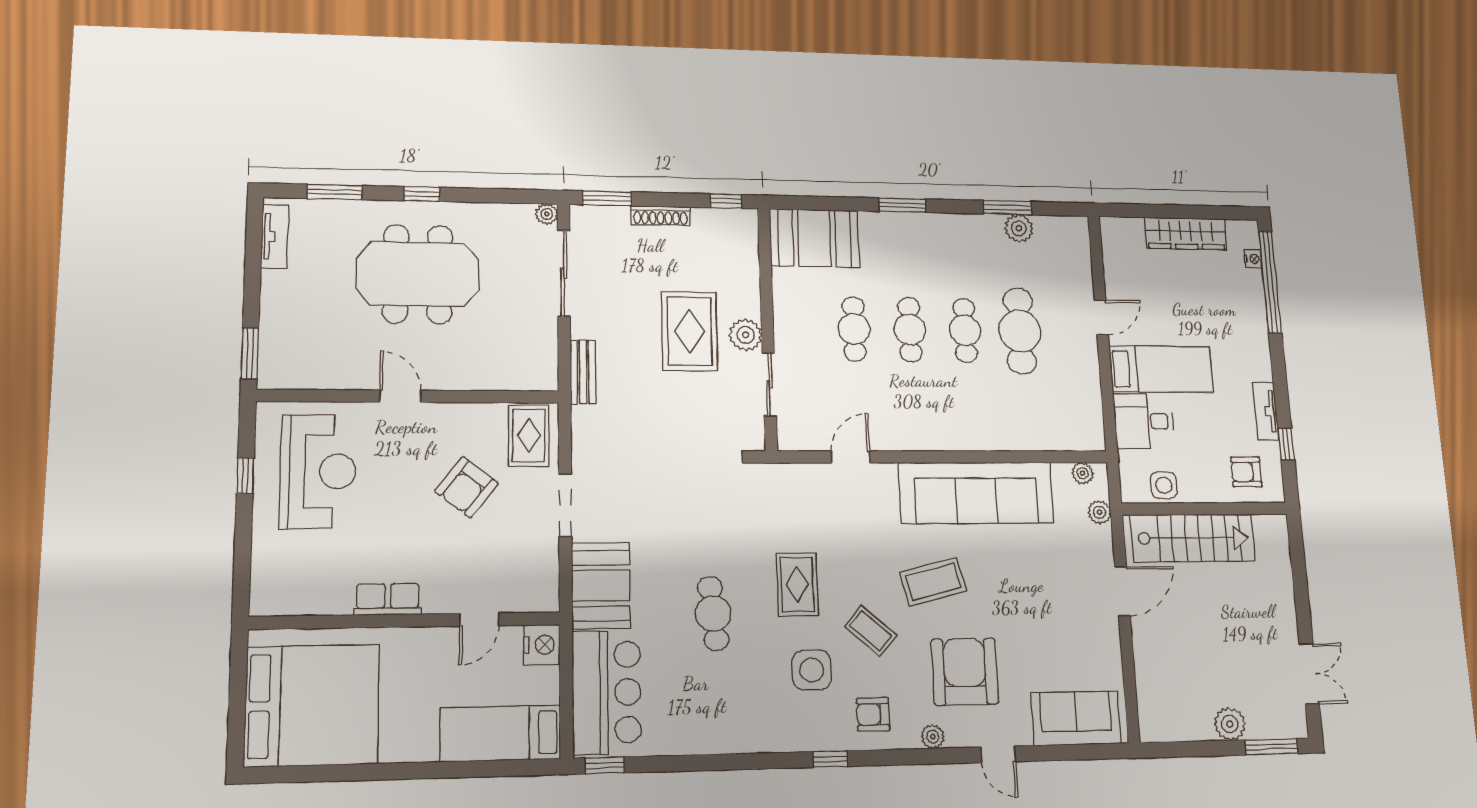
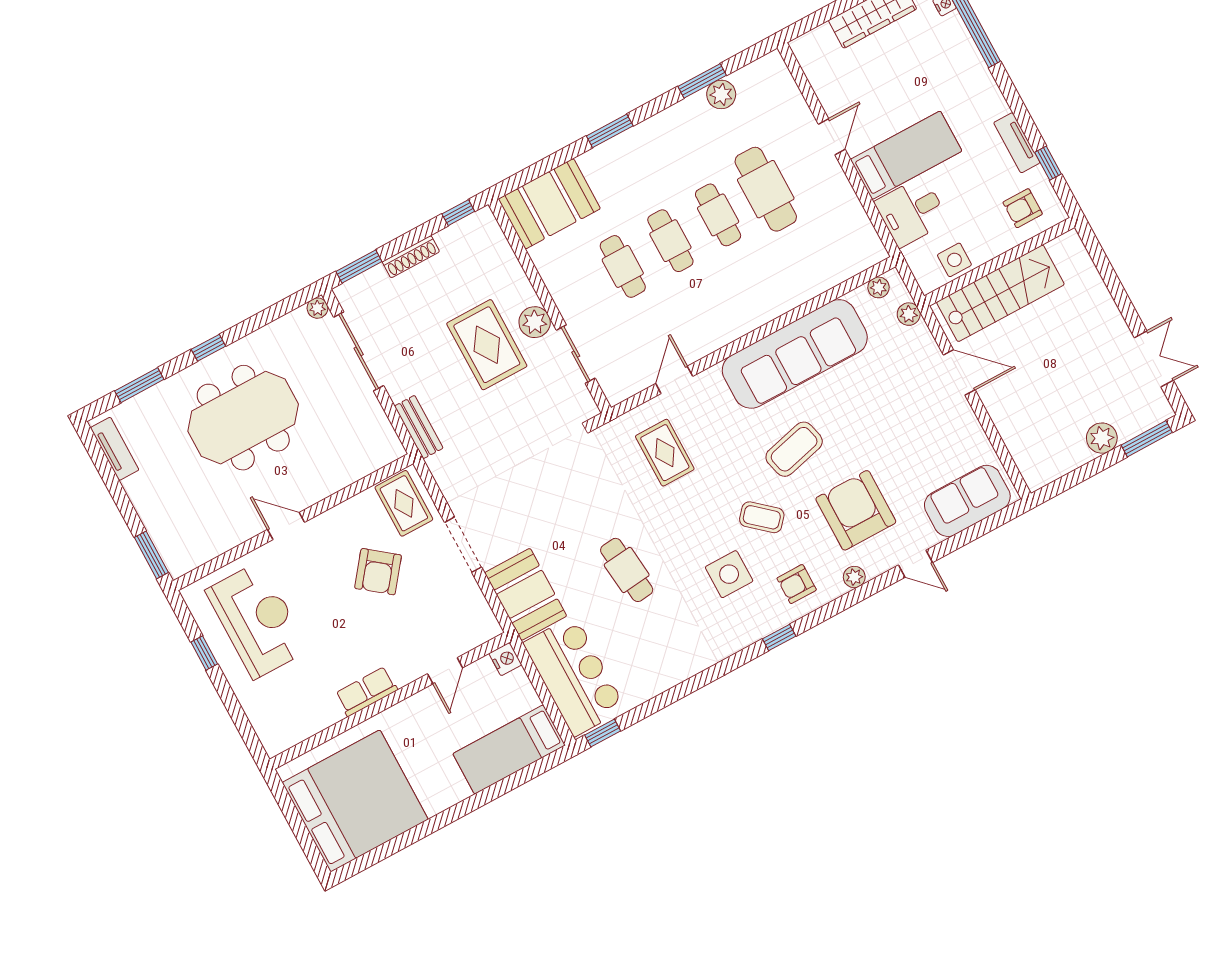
rug: (797, 584) -> (665, 453), moved
door: (1122, 591) -> (959, 372), hinge flipped
nightstand: (542, 645) -> (505, 659), width x0.74, depth x0.75

